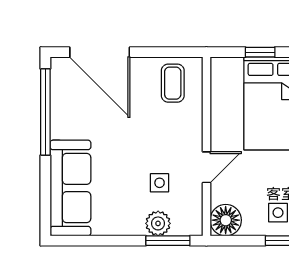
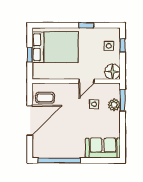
door: (100, 52) -> (30, 120), moved
door: (206, 167) -> (86, 81), swing flipped
sofa: (70, 188) -> (103, 148), width x0.73

